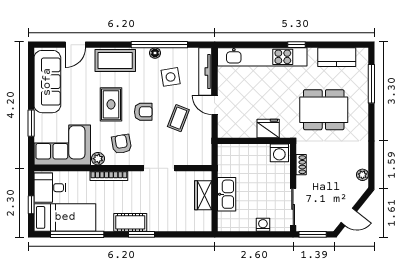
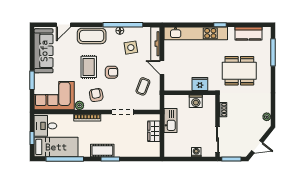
coffee table: (178, 118) -> (143, 86), moved
washing machine: (279, 153) -> (196, 101), moved
kitchen sink: (227, 194) -> (171, 121), moved

